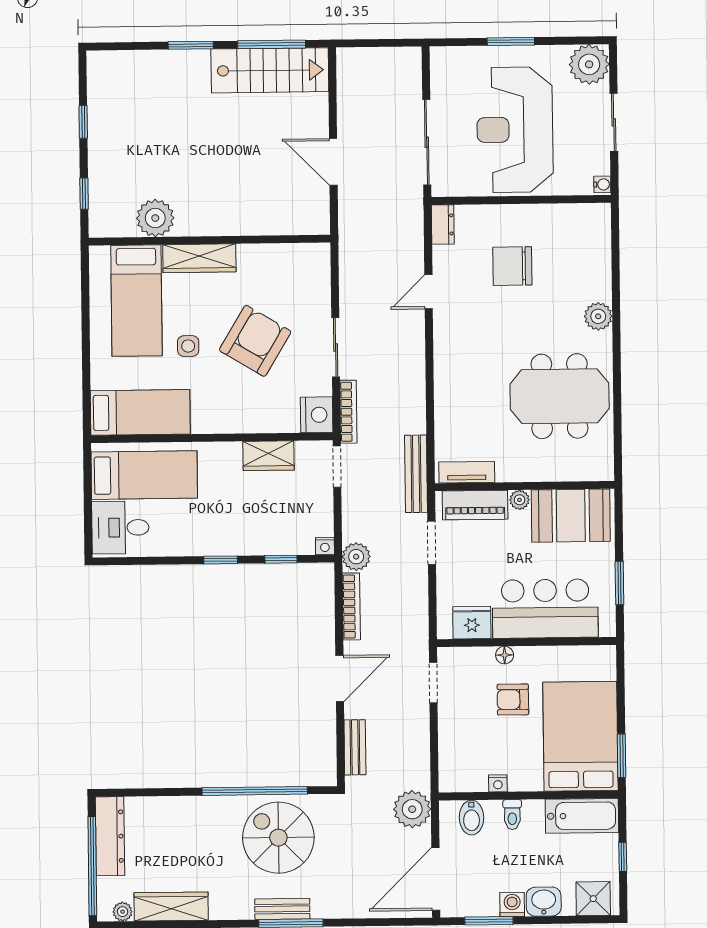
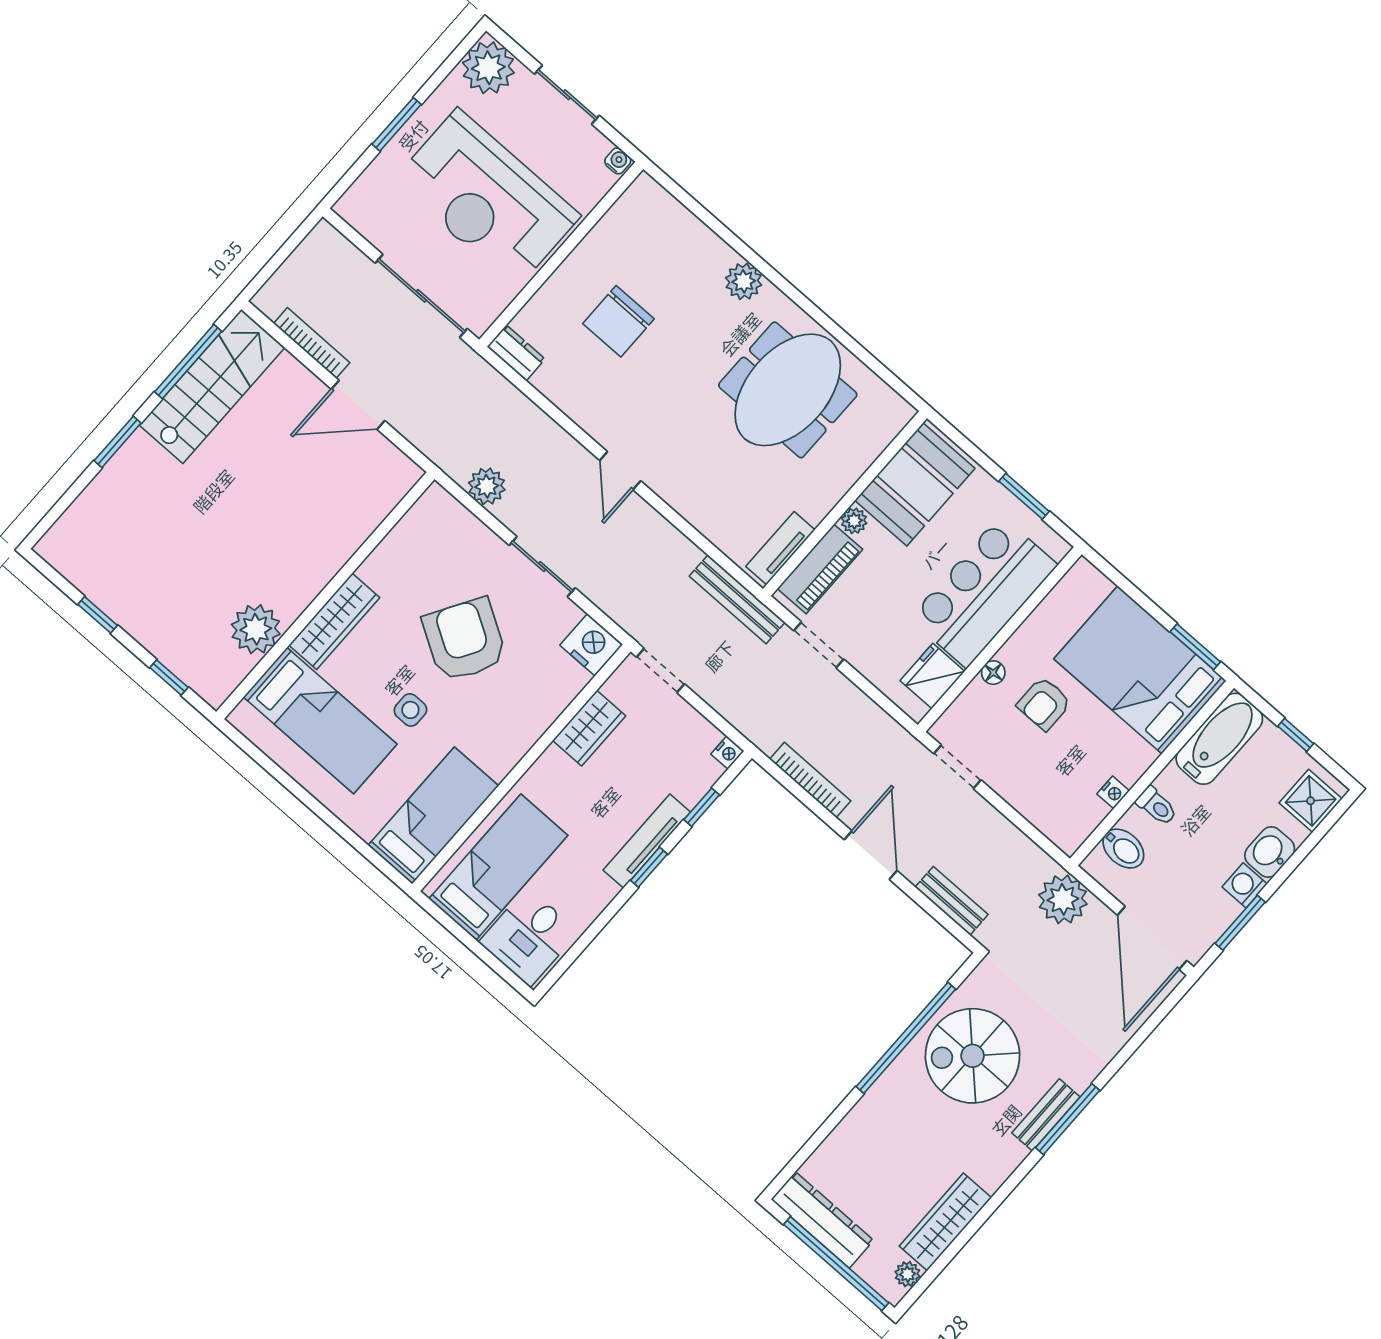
door: (429, 292) -> (620, 471), moved
bookcase: (348, 412) -> (312, 343), moved
tv unit: (234, 545) -> (647, 841), added
plant: (356, 557) -> (487, 486), moved

